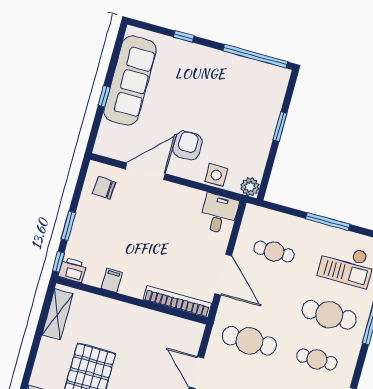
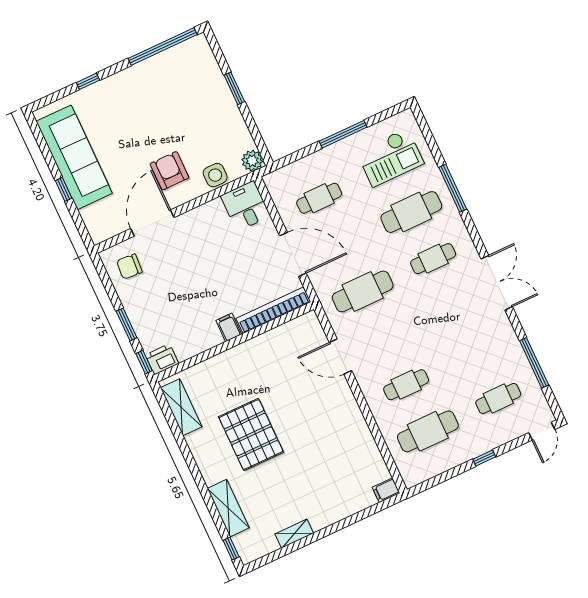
filing cabinet: (112, 280) -> (229, 327), moved

